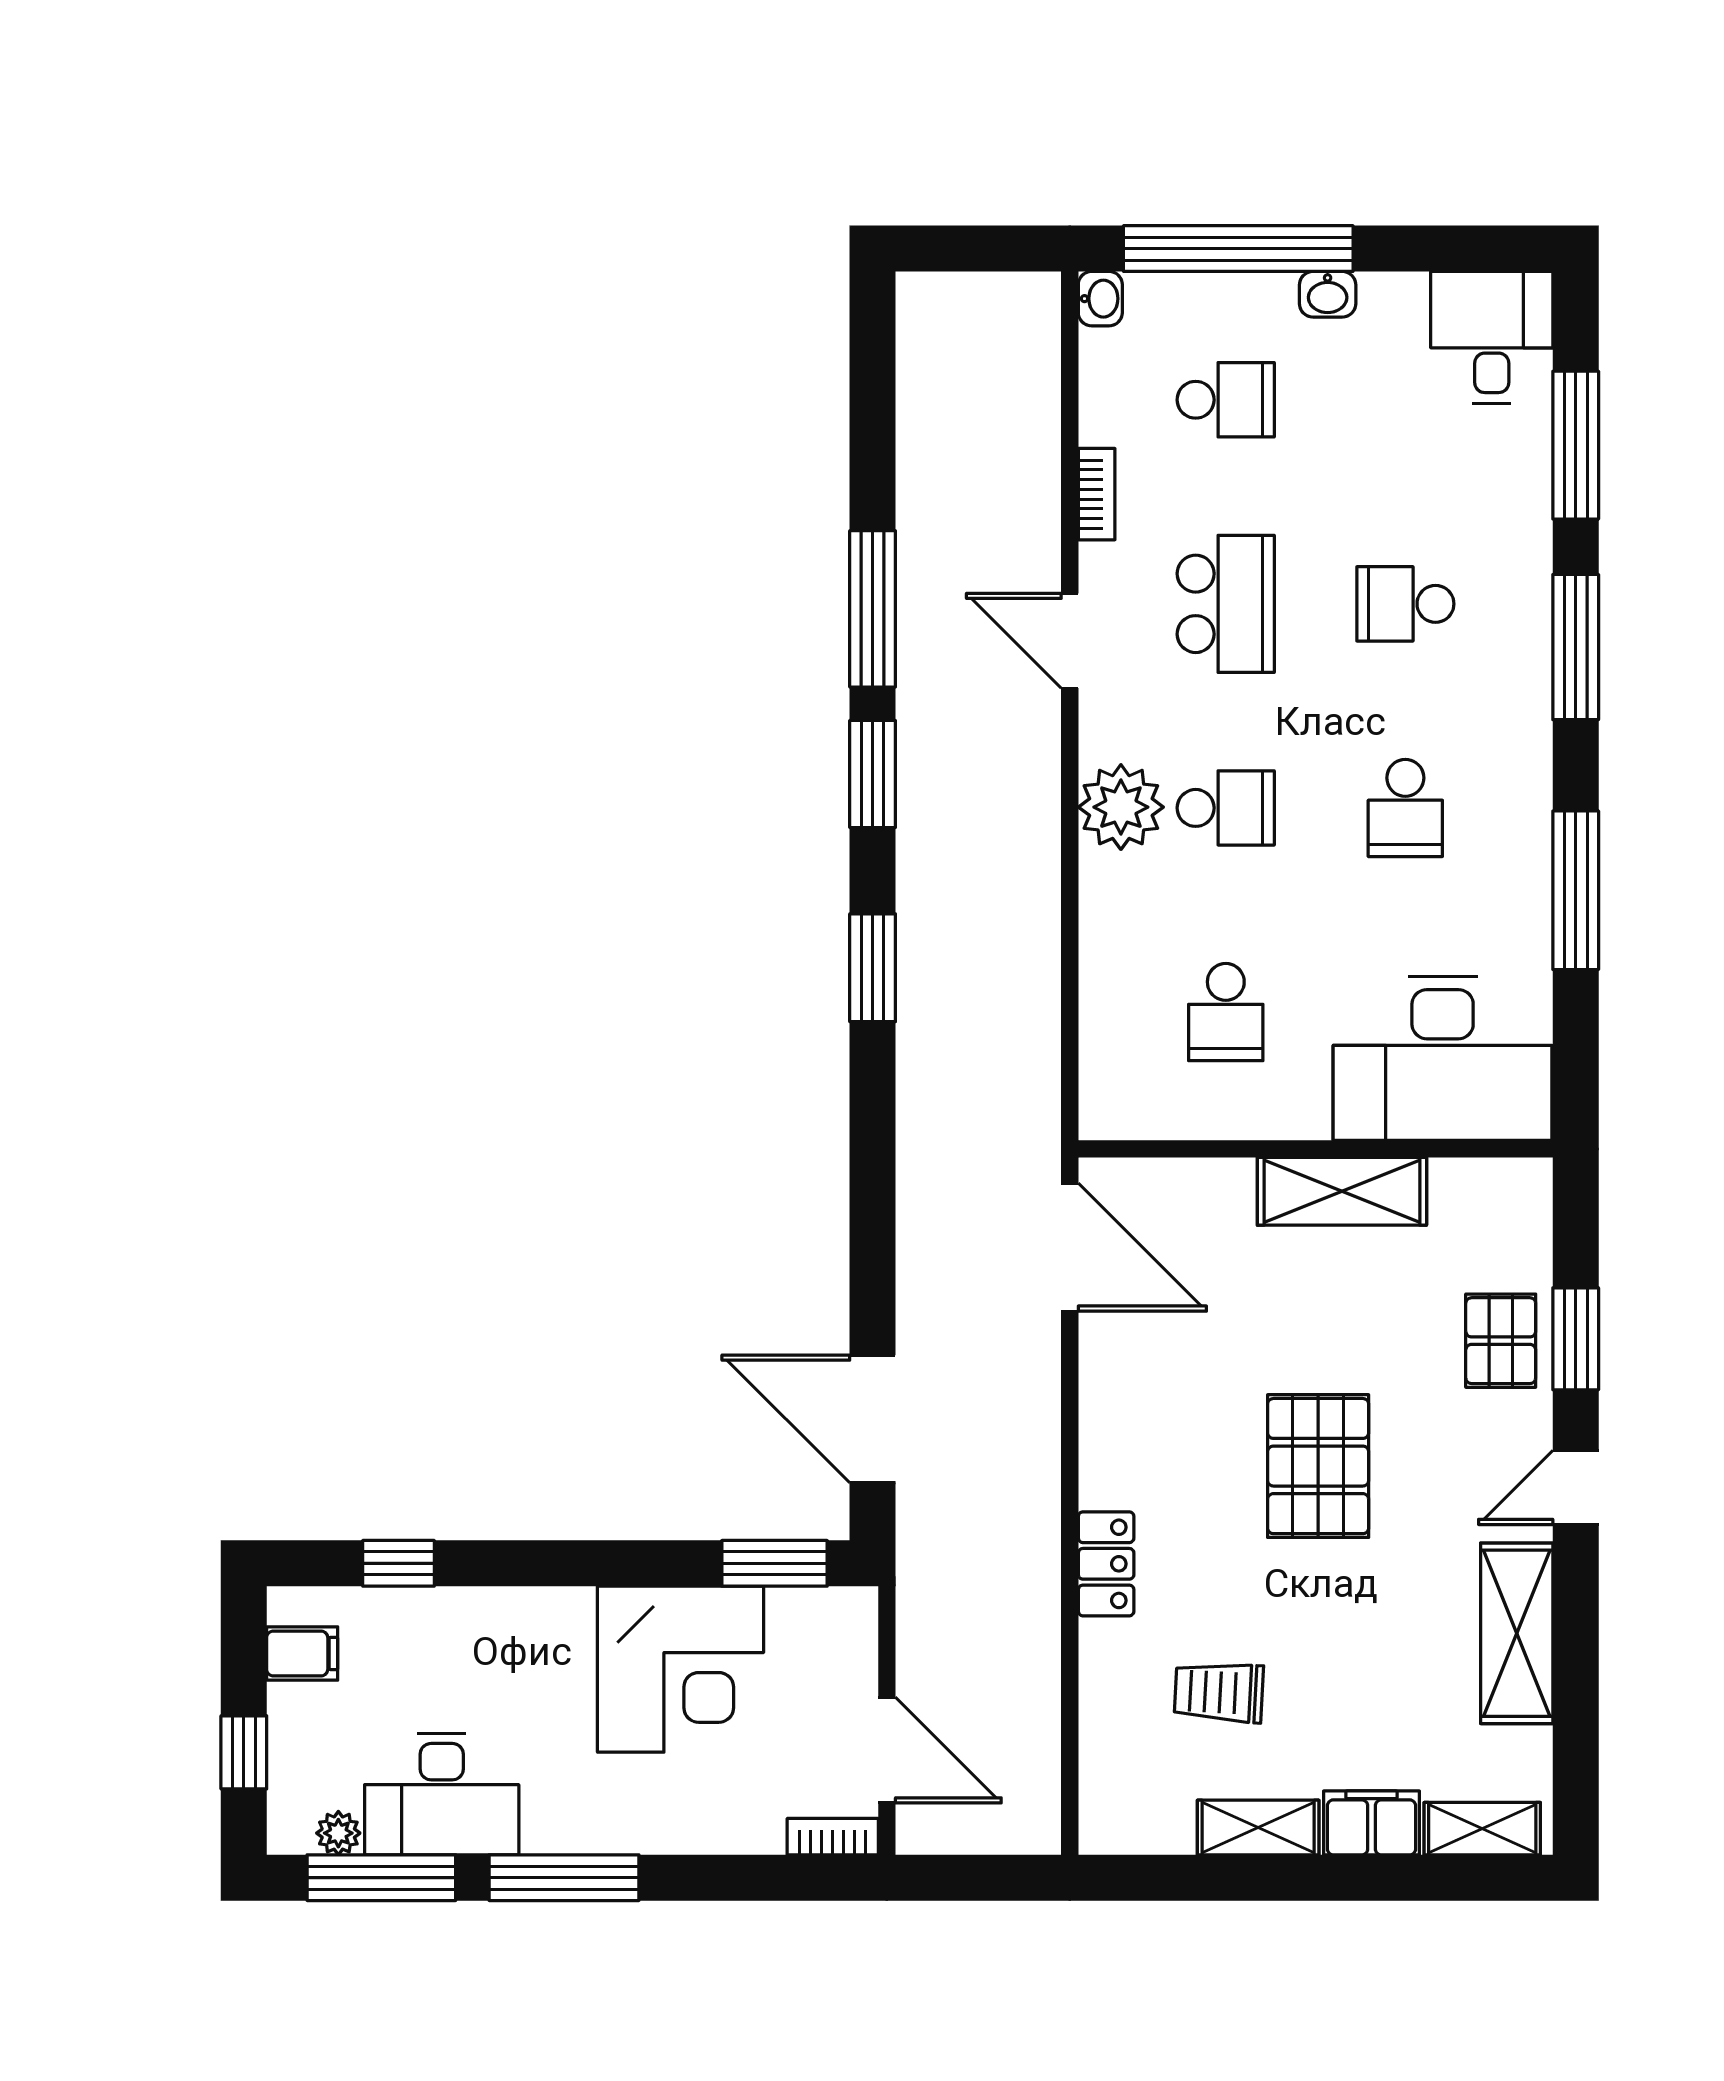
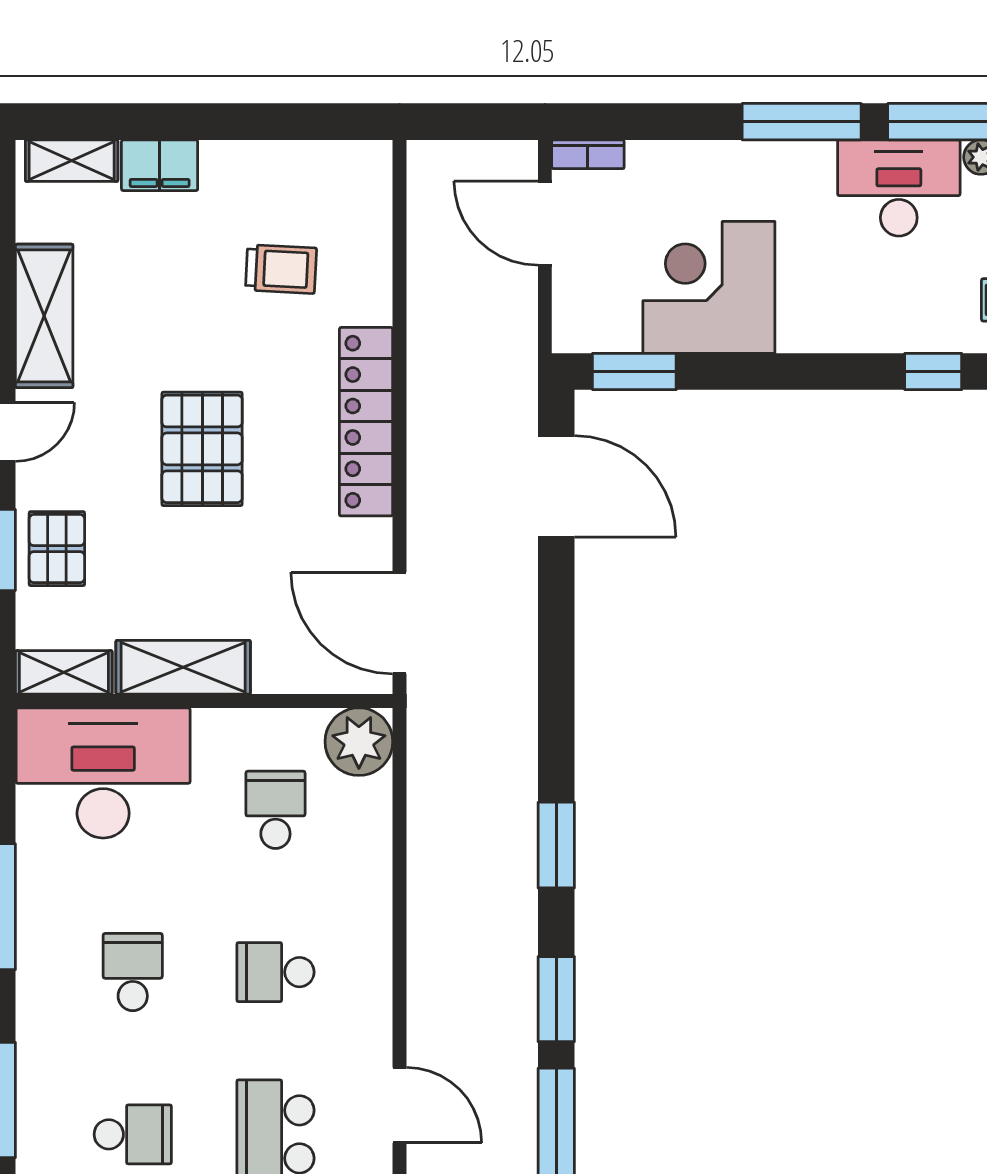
plant: (1121, 807) -> (359, 742), moved
locker: (1106, 1564) -> (366, 422), width x2.16, depth x1.21
shelving: (1258, 1827) -> (64, 672), moved

